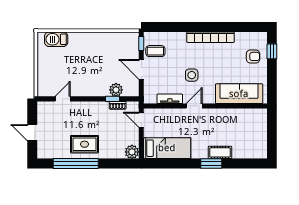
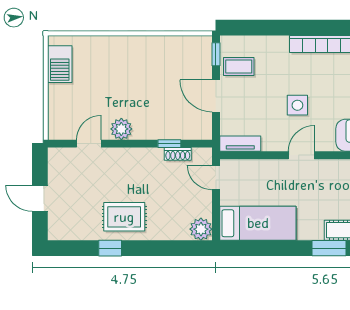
barbecue: (56, 39) -> (60, 64), moved, turned -90
plant: (116, 90) -> (121, 129), moved
tv unit: (170, 99) -> (240, 144), moved
window: (76, 164) -> (110, 248), width x0.32

